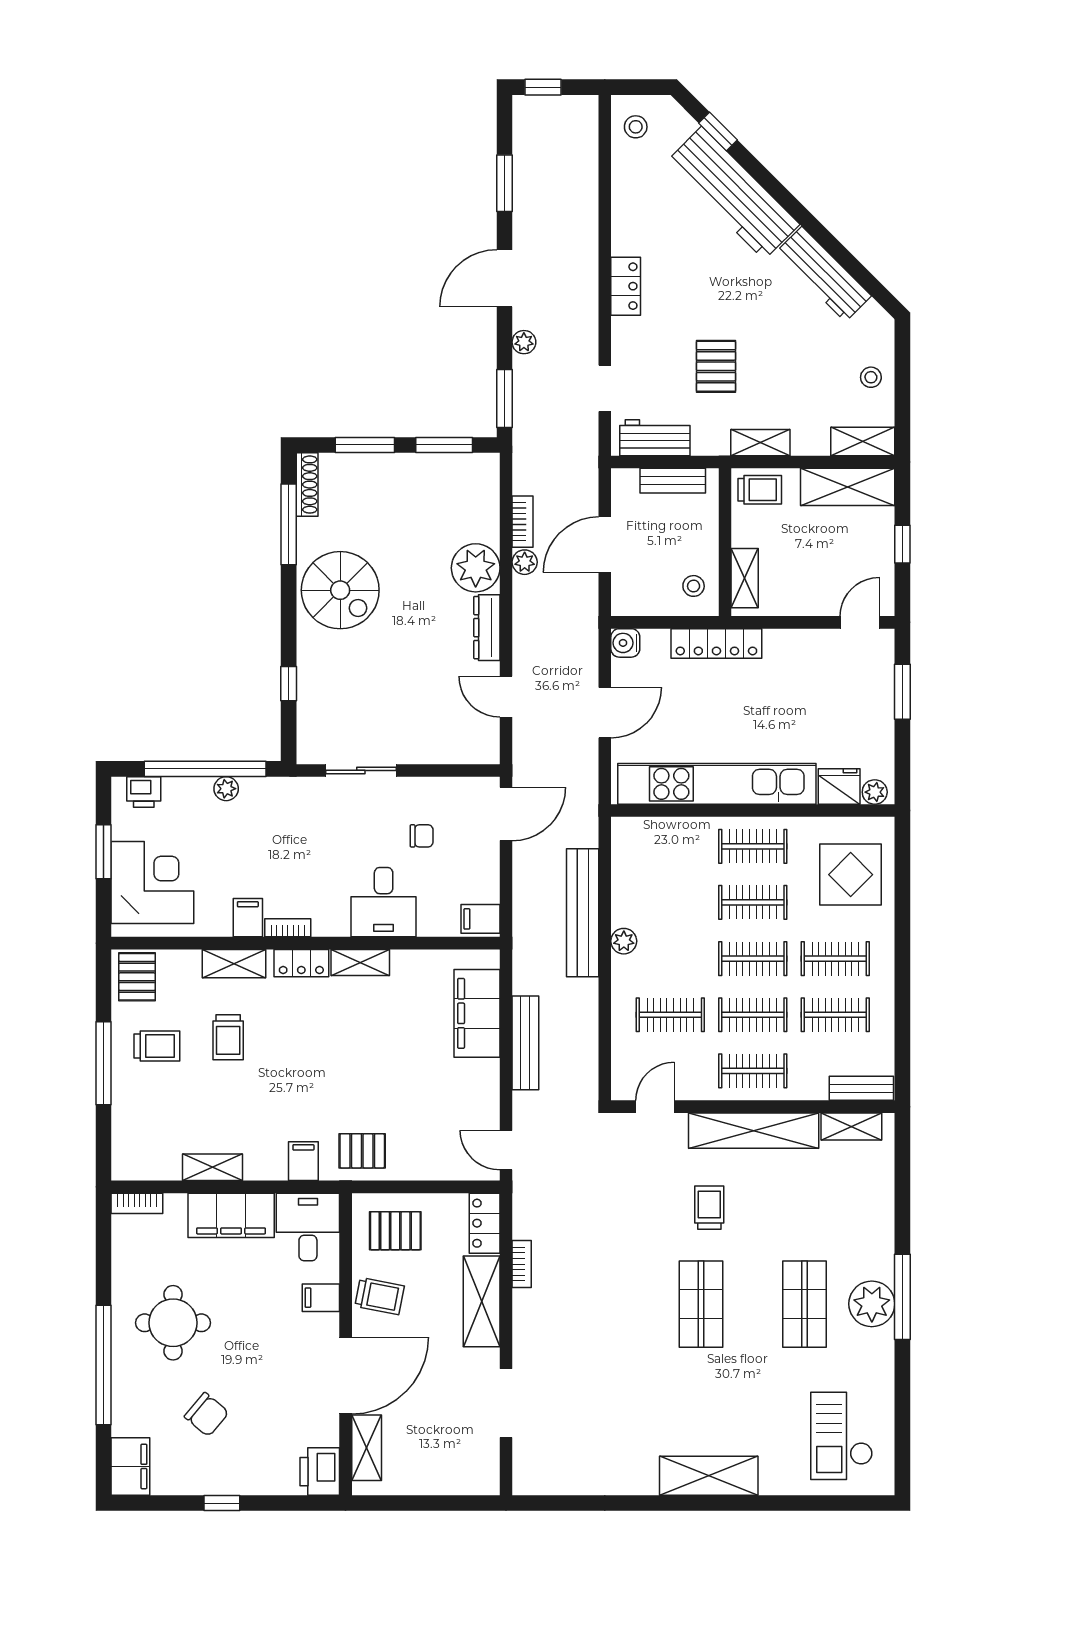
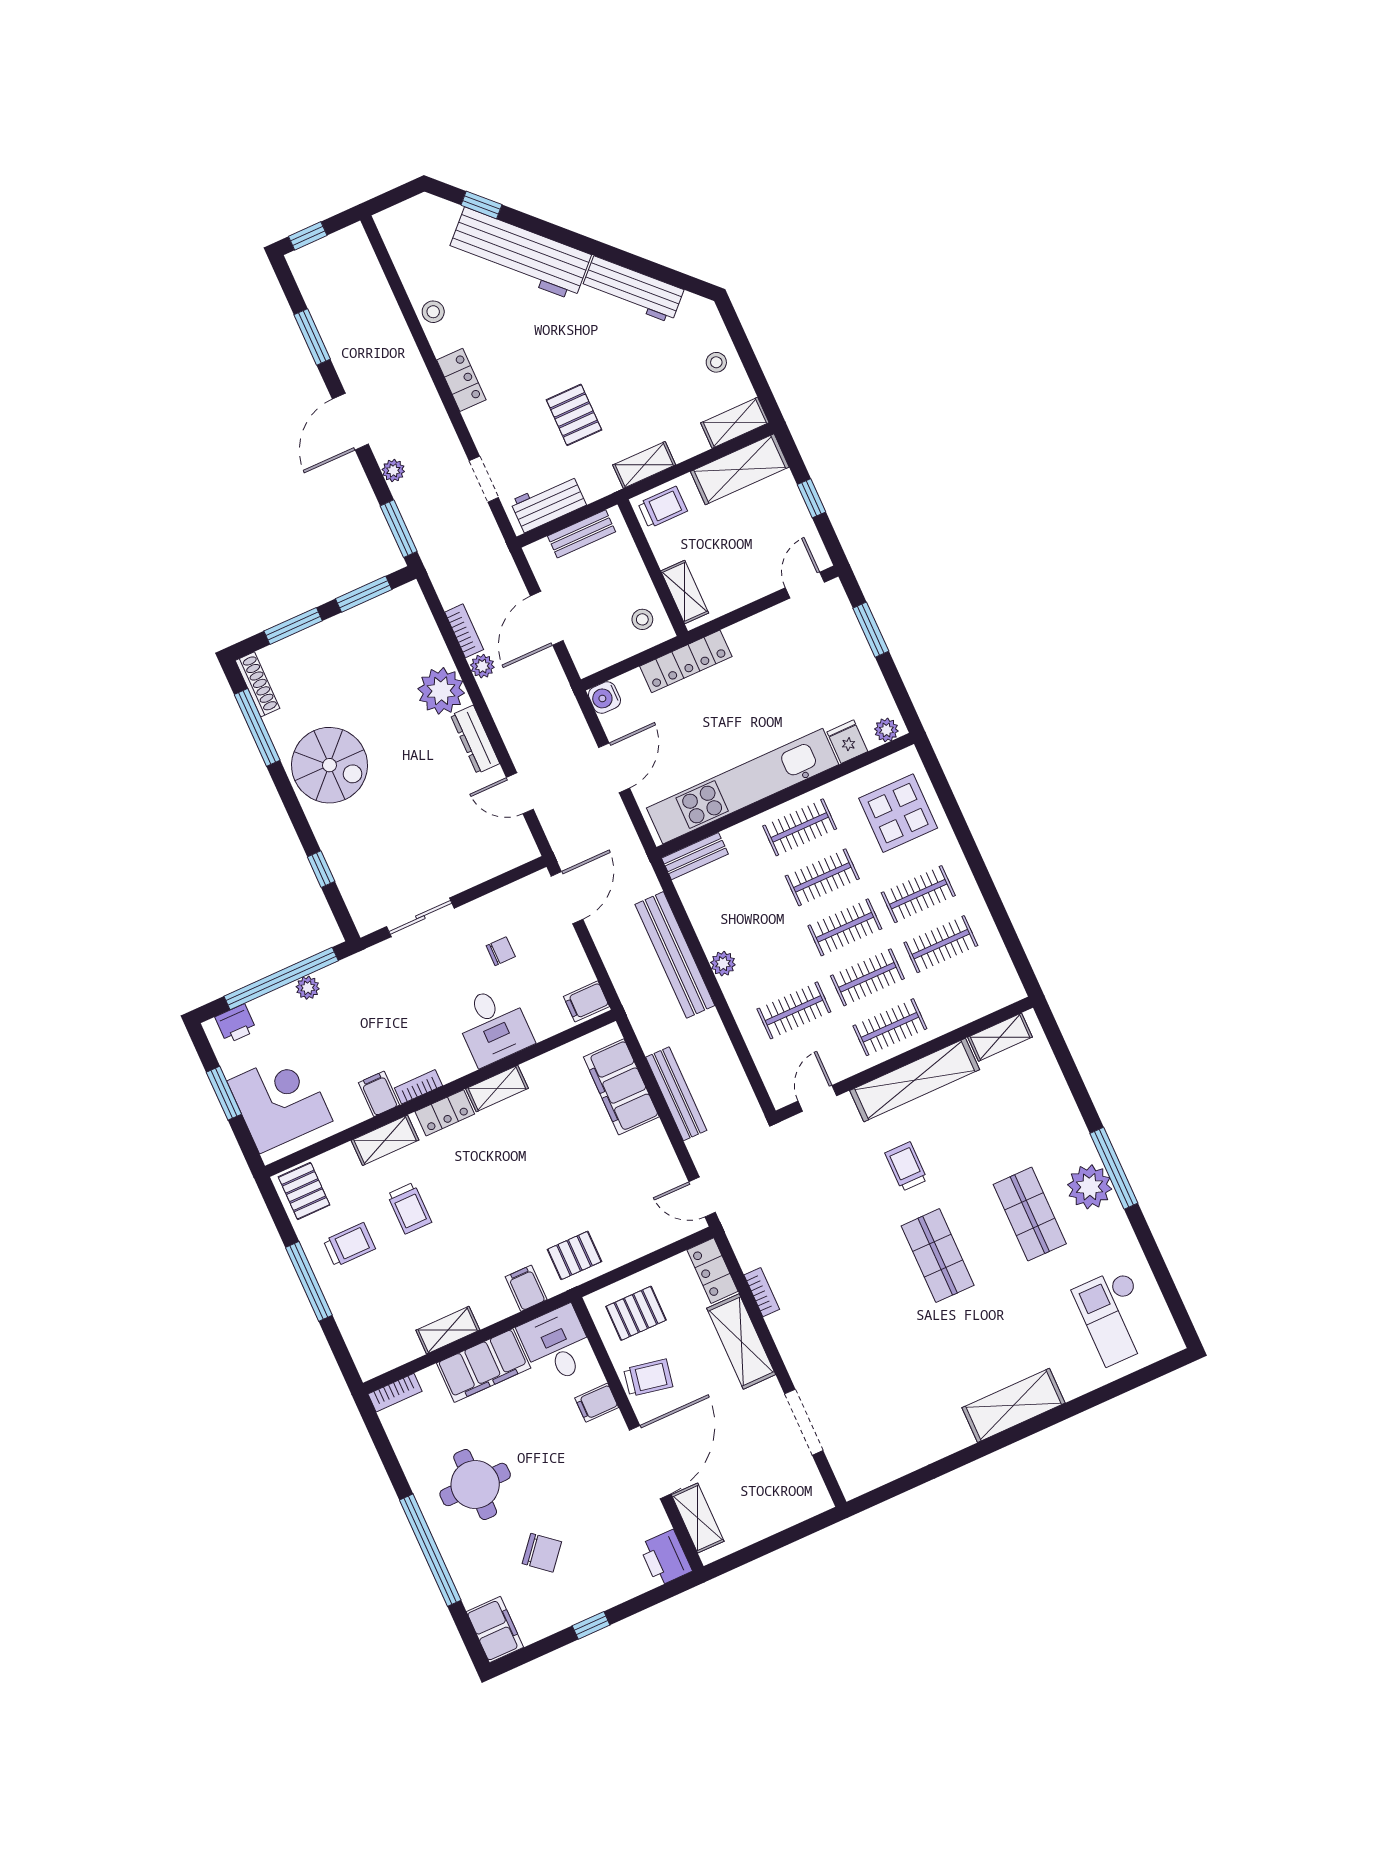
stool: (636, 127) -> (433, 312), moved
fridge: (839, 786) -> (847, 742), width x0.72
bench: (861, 1088) -> (695, 856), moved

